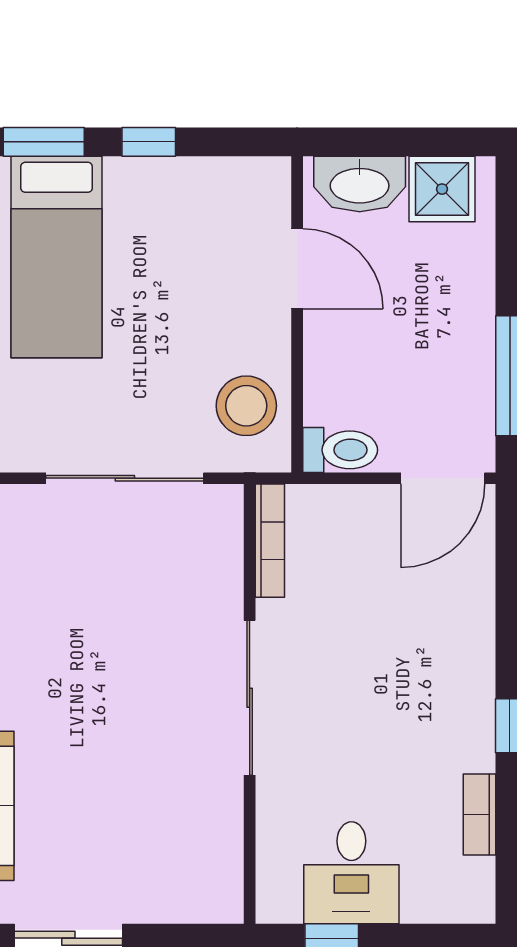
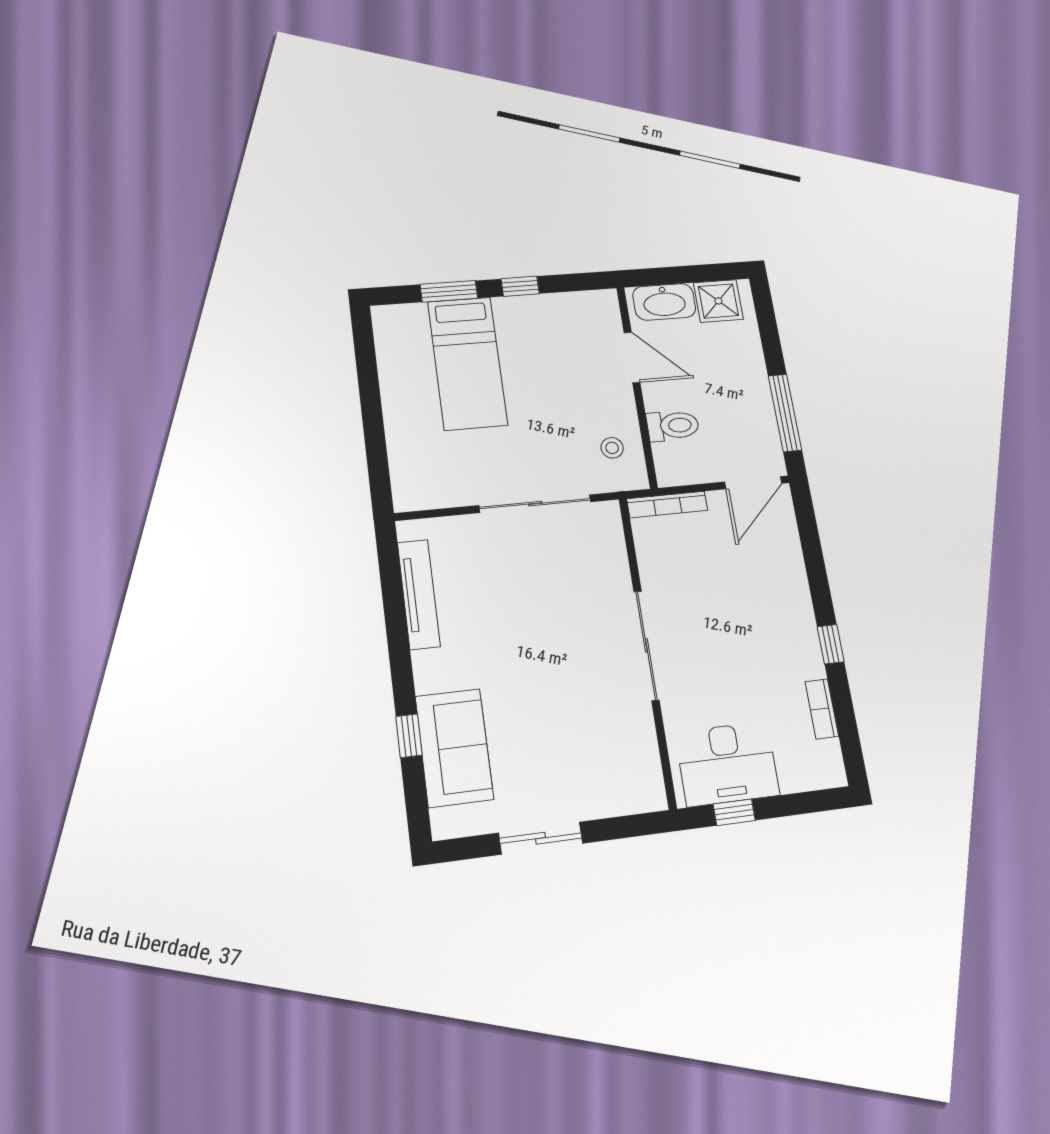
stool: (246, 406) -> (612, 448), width x0.53, depth x0.53
toilet: (340, 450) -> (673, 426), moved
bookcase: (270, 541) -> (667, 505), moved, turned 90
desk: (351, 873) -> (727, 764), width x1.37

